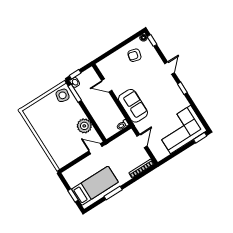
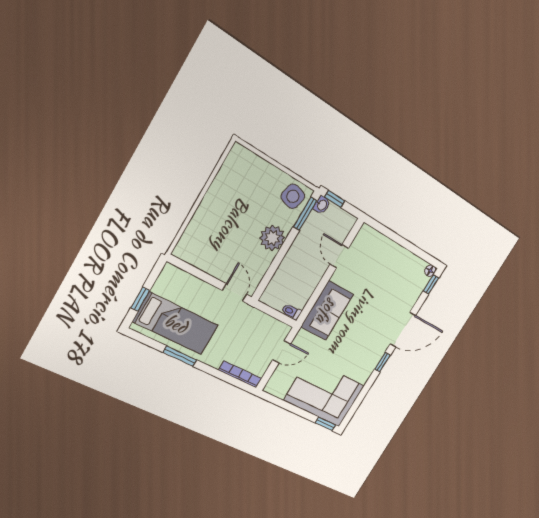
armchair: (134, 55) -> (400, 272), removed
door: (170, 68) -> (403, 330), width x1.88
plant: (84, 126) -> (272, 238), moved

